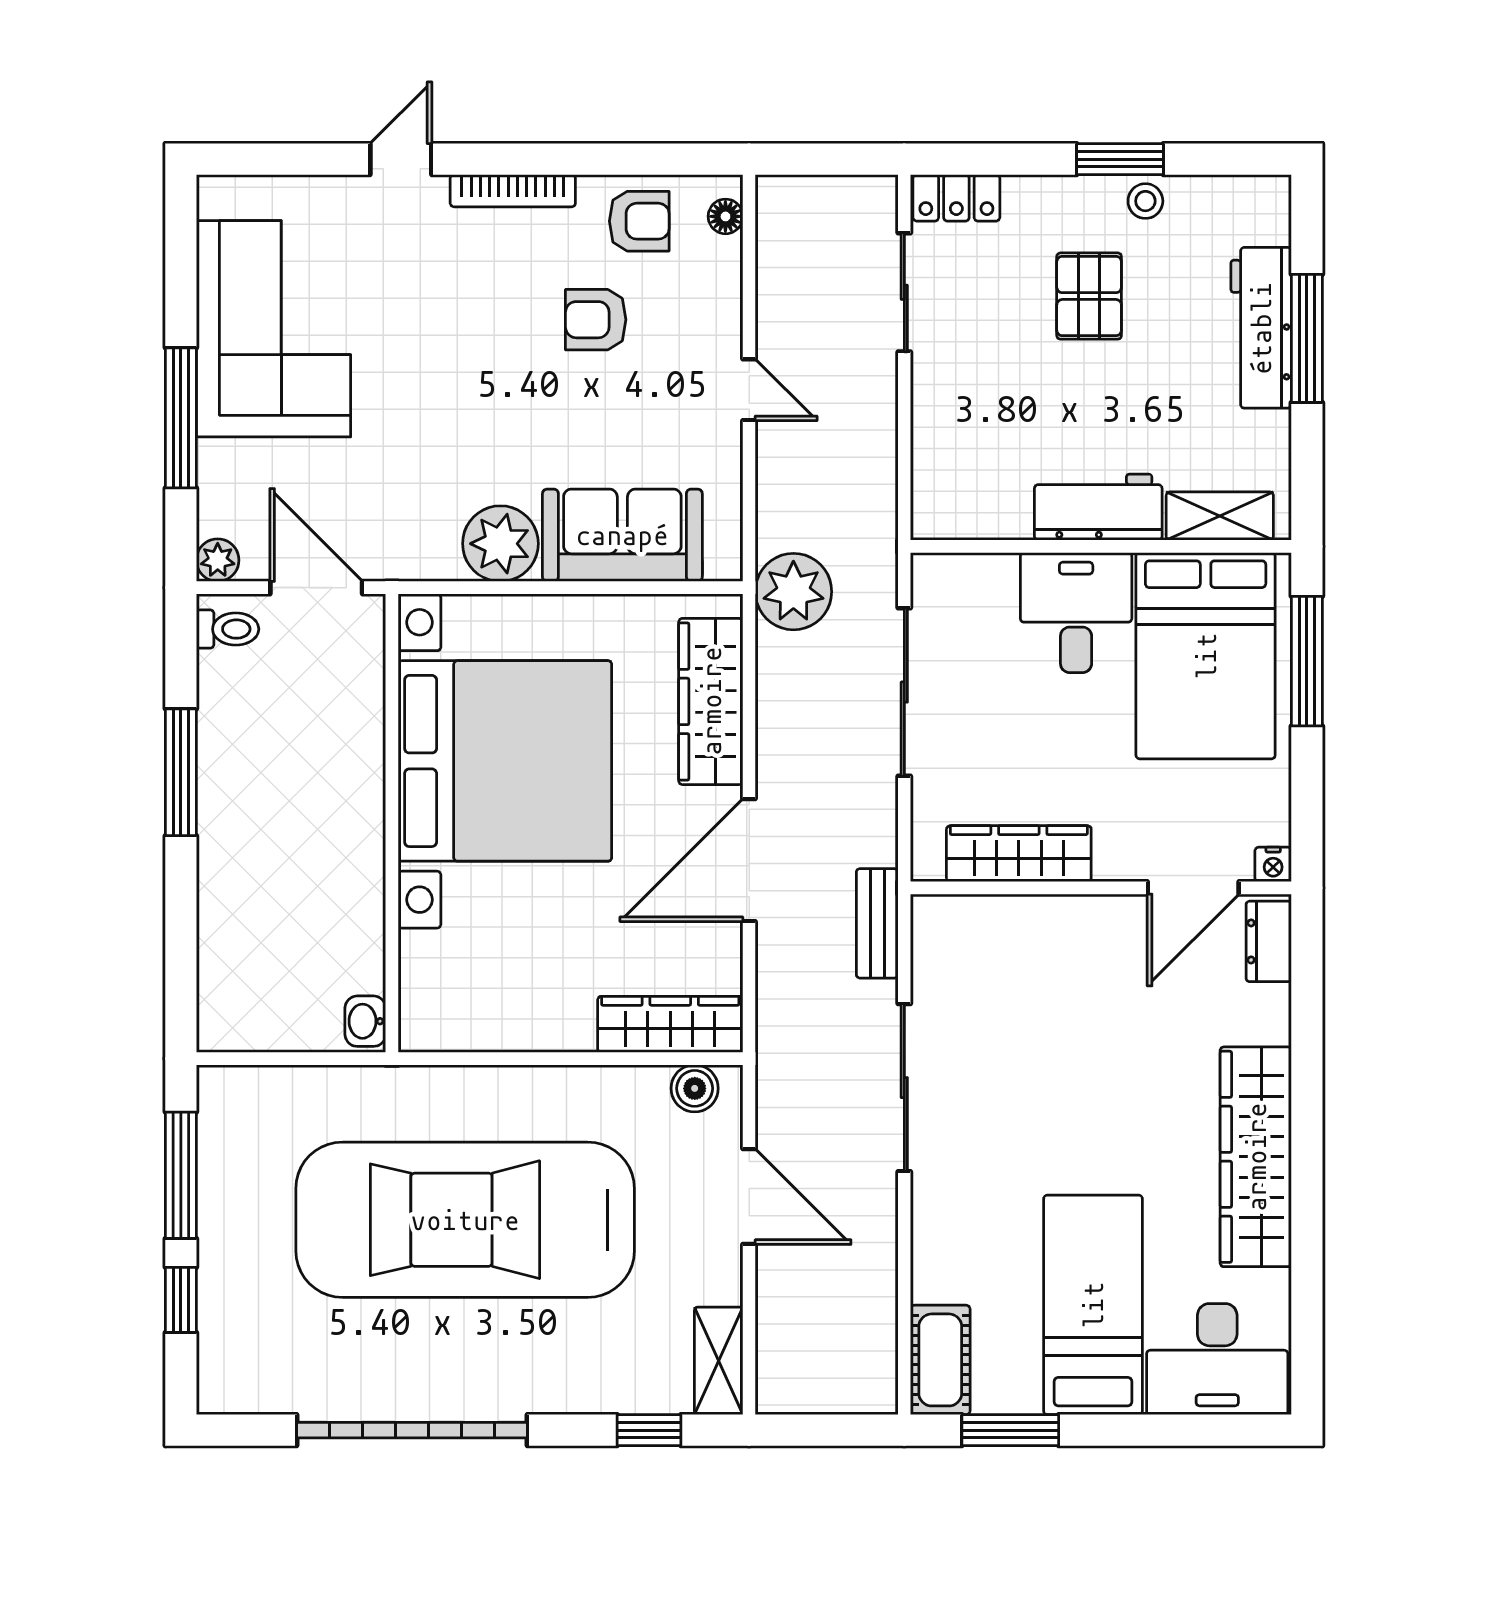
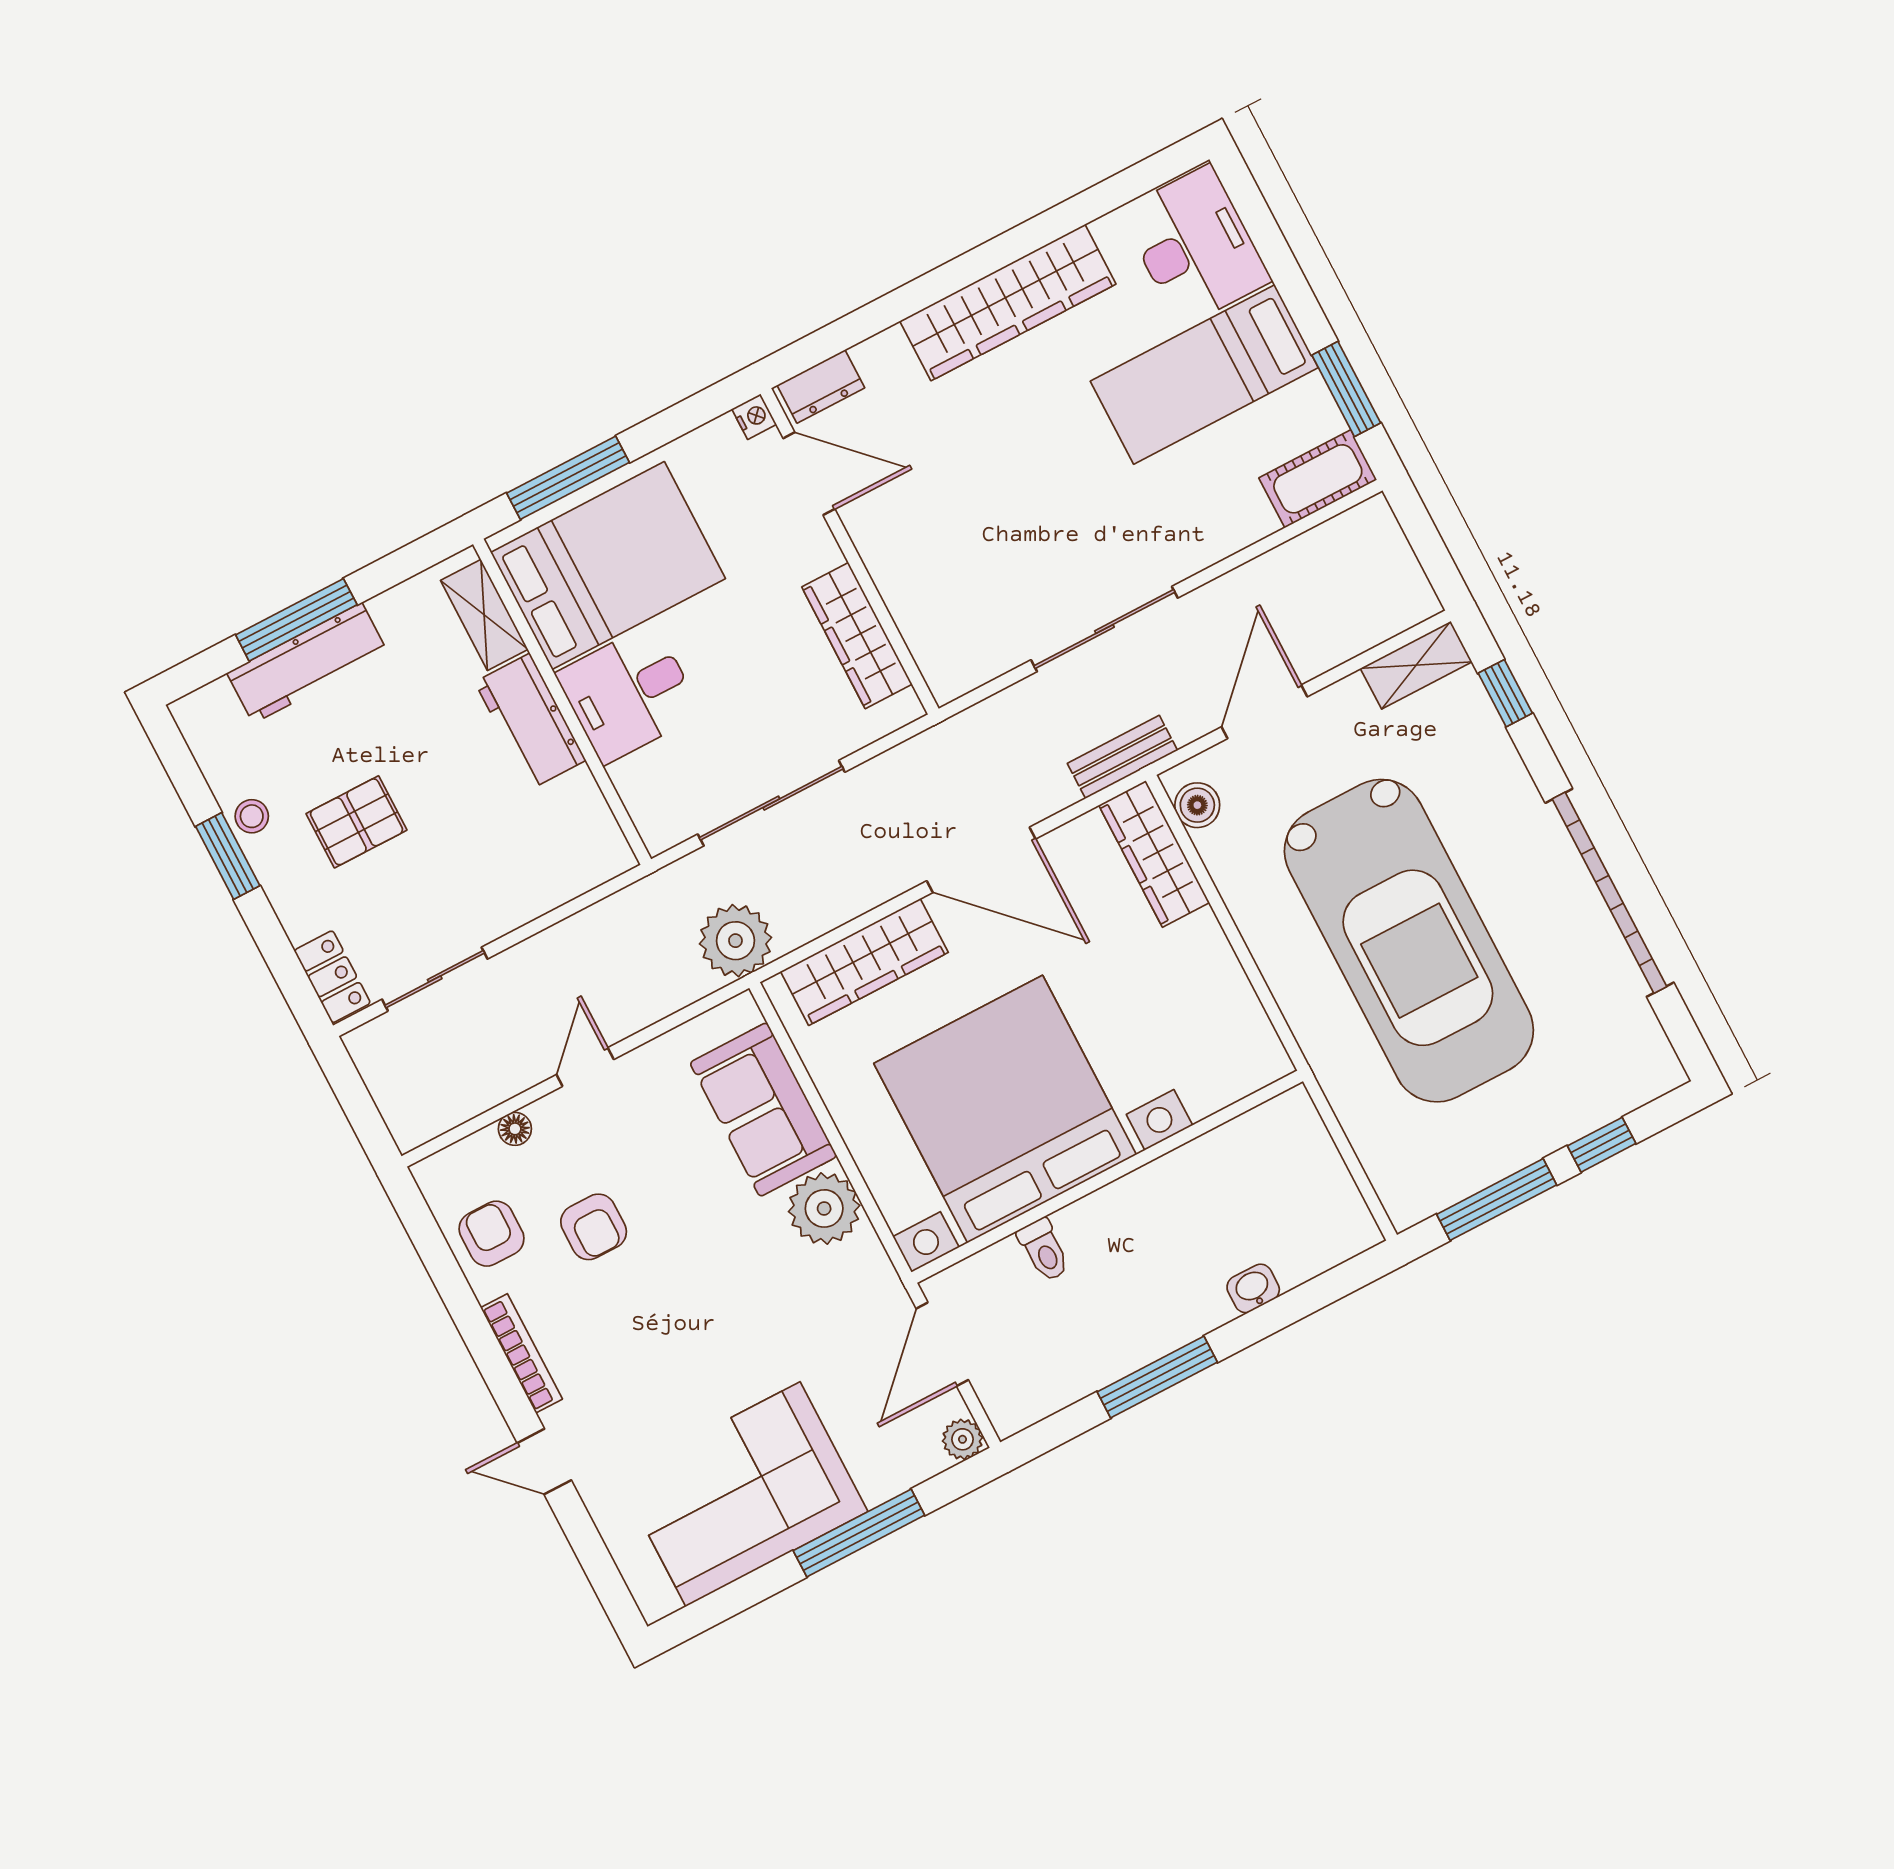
floor lamp: (725, 216) -> (515, 1129), moved
toilet: (228, 629) -> (1044, 1250), moved, turned 180
bench: (877, 923) -> (1122, 757), moved
washbasin: (365, 1021) -> (1253, 1288), moved, turned 180

